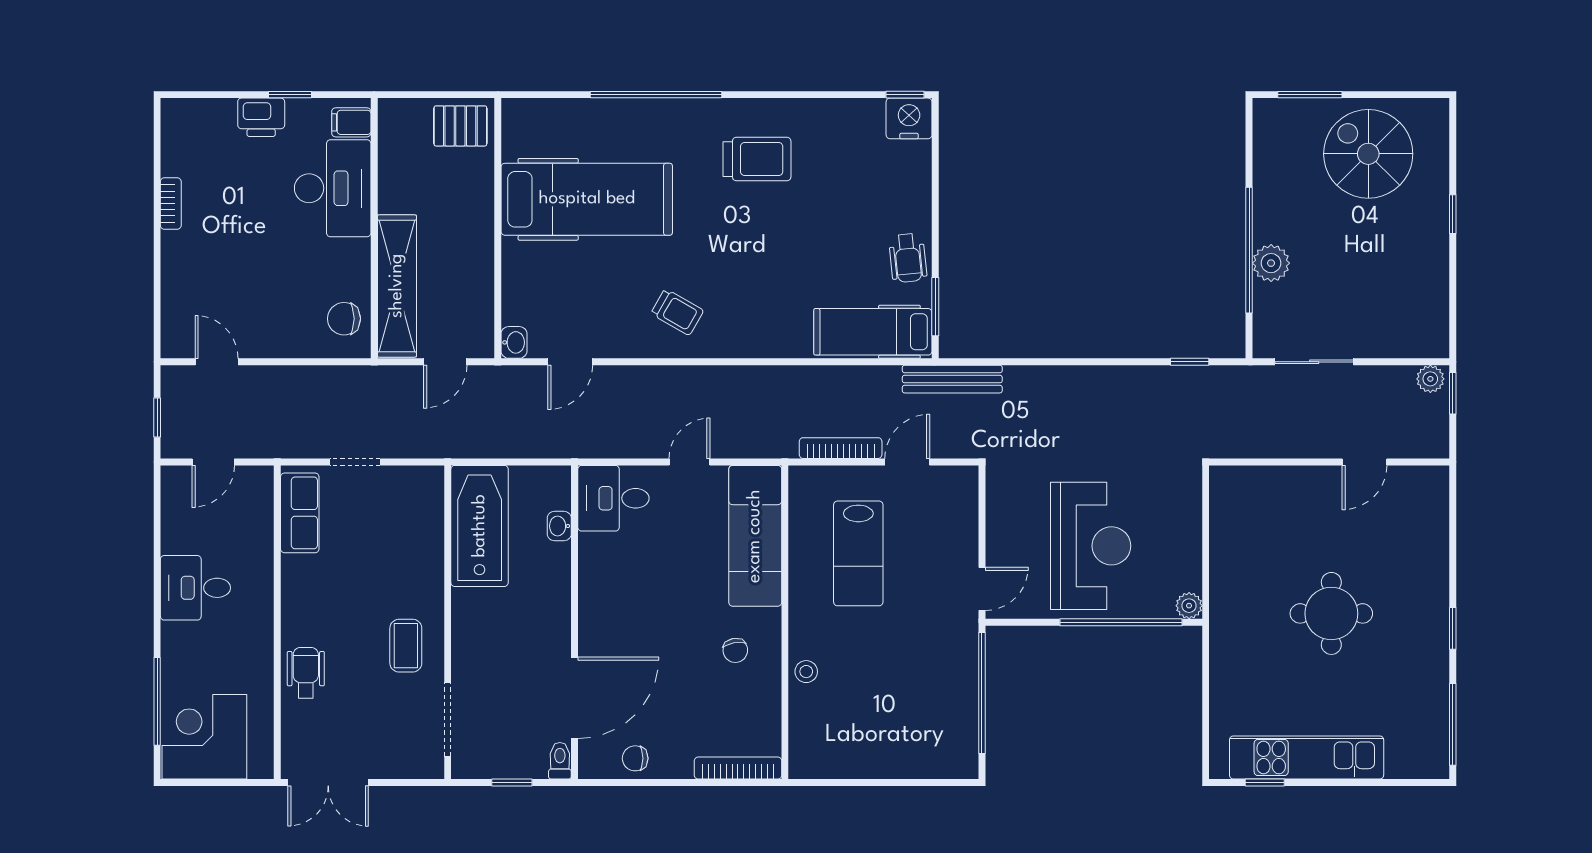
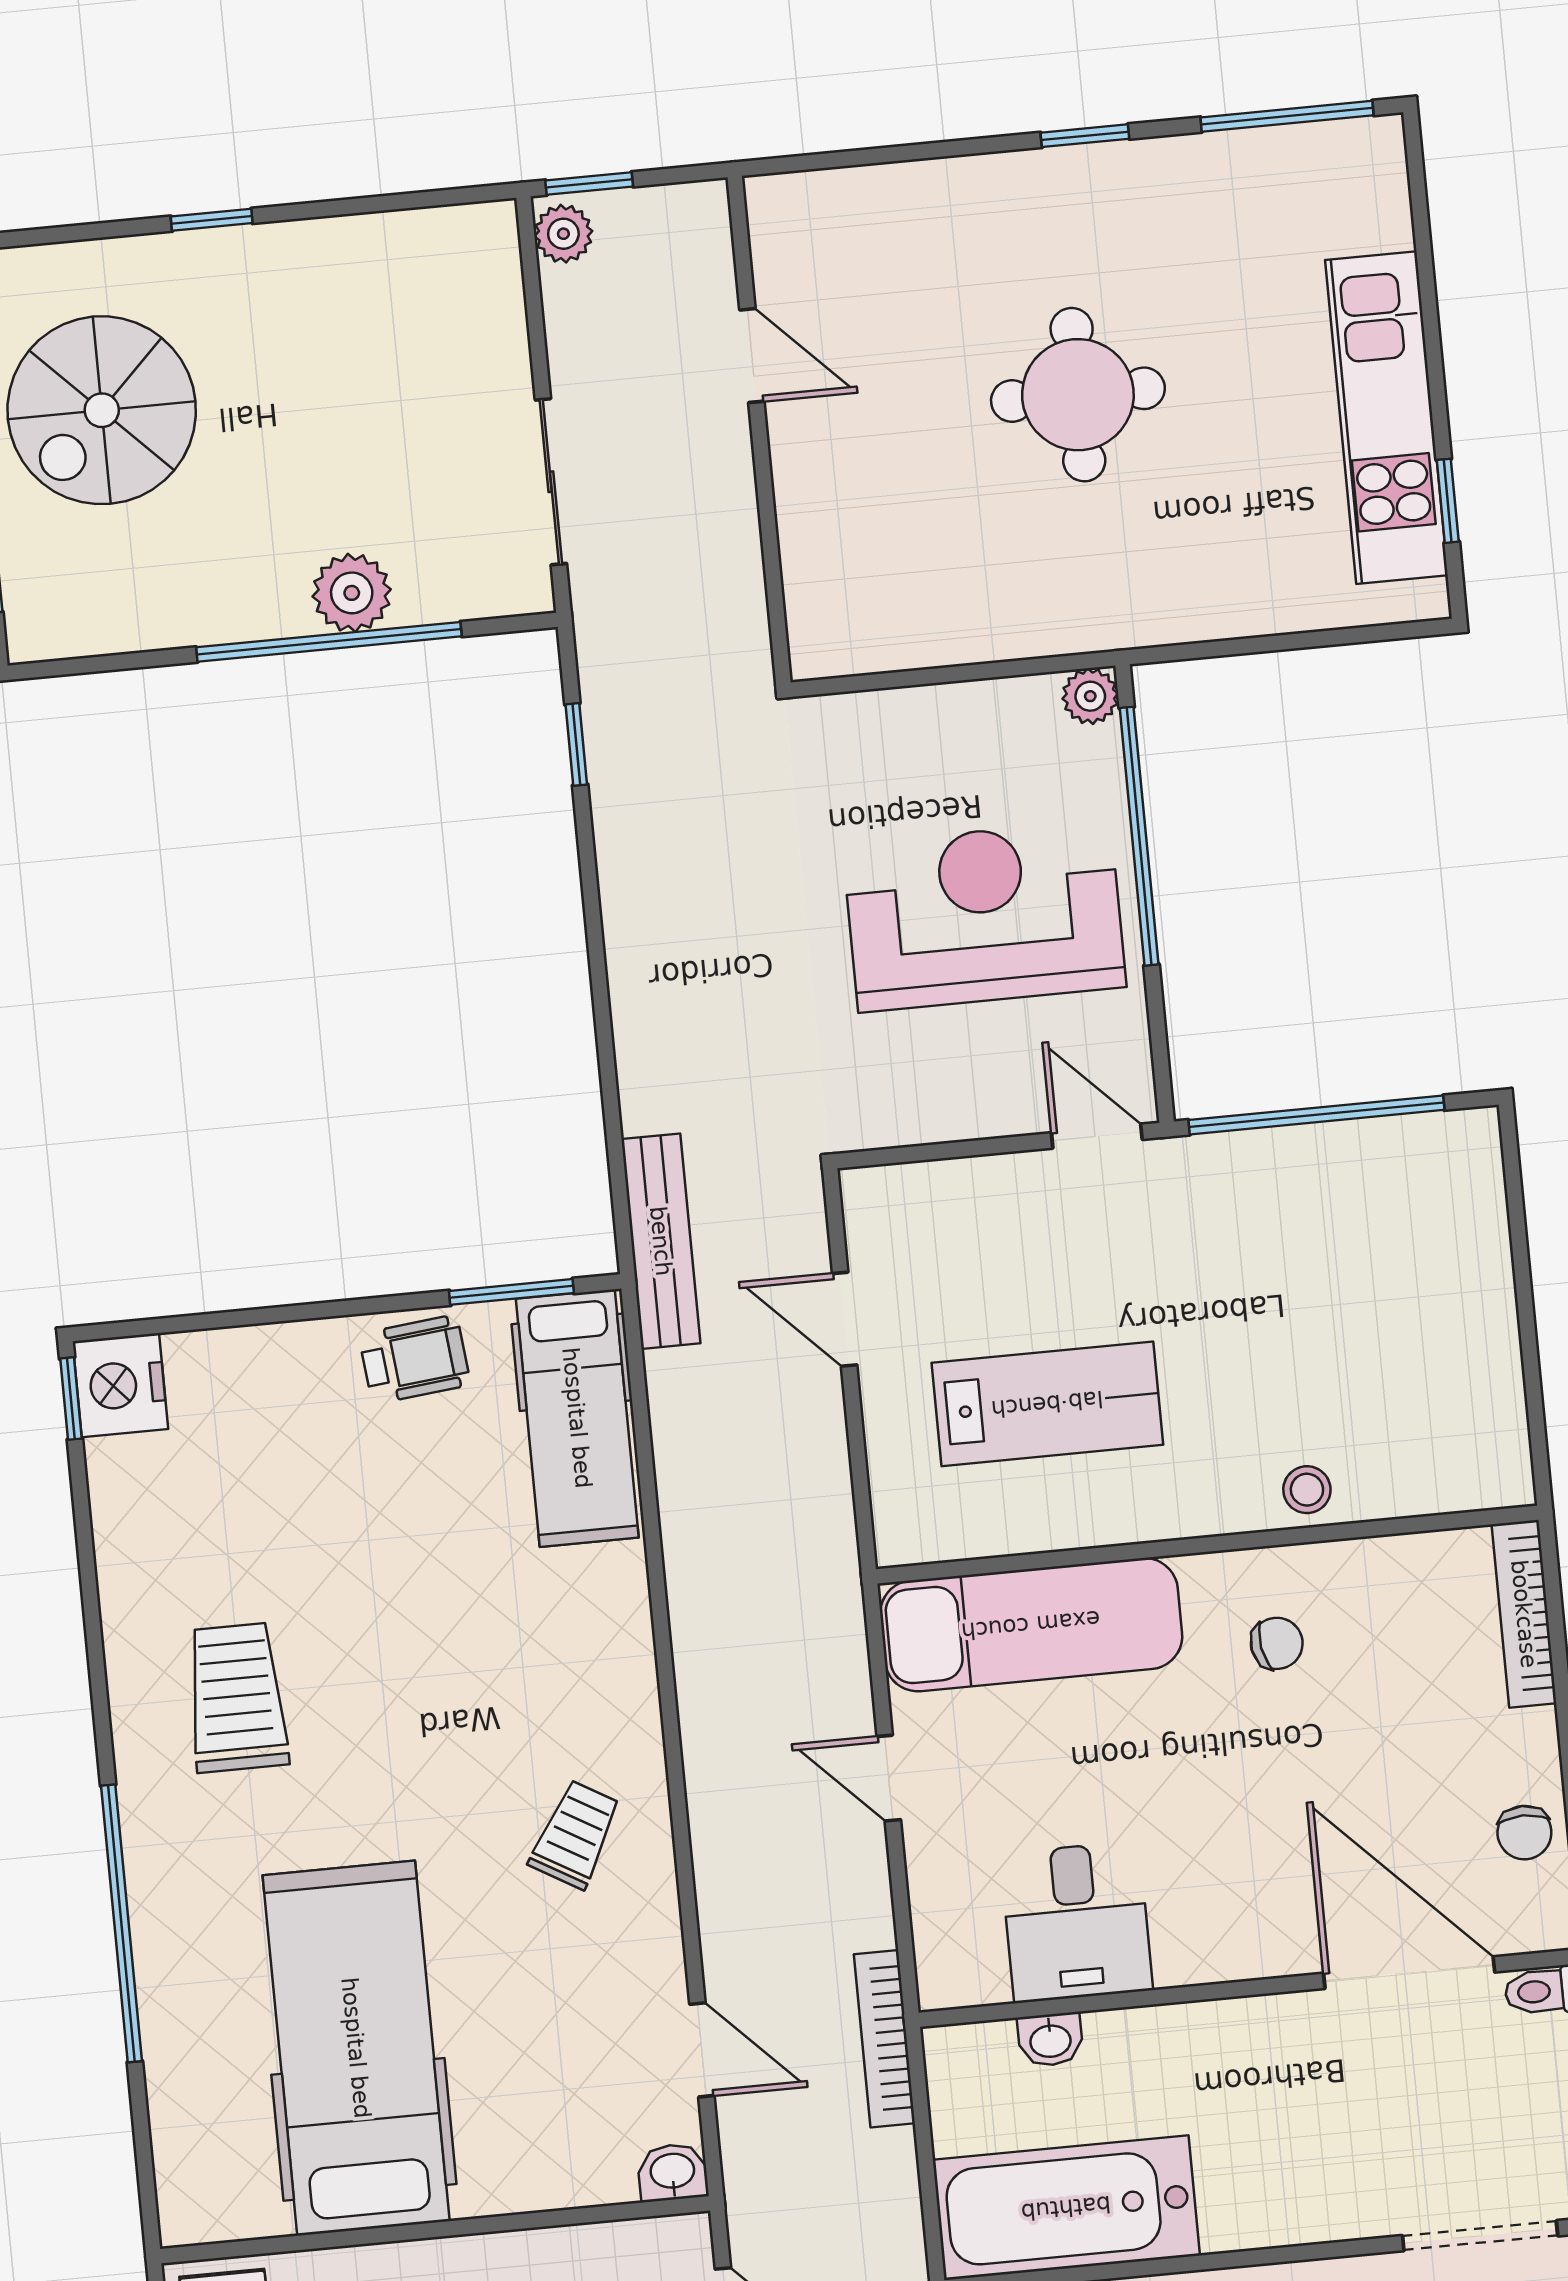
bookcase: (841, 448) -> (884, 2039), moved
desk: (613, 498) -> (1077, 1922), moved

